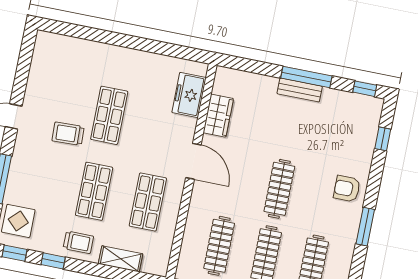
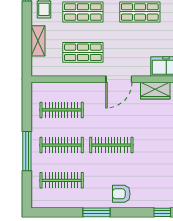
armchair: (347, 189) -> (121, 194), turned -90

